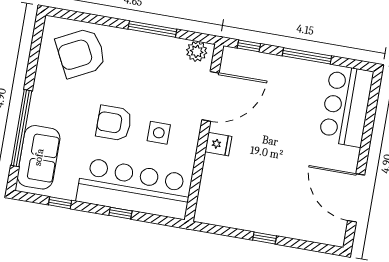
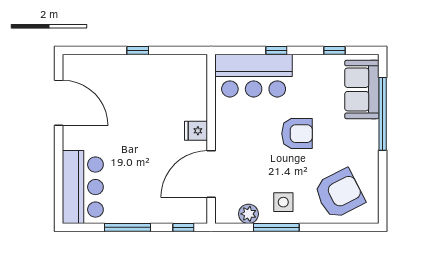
plant: (197, 51) -> (248, 214), moved
side table: (159, 133) -> (283, 202), moved
bar counter: (134, 189) -> (254, 76), width x0.73

